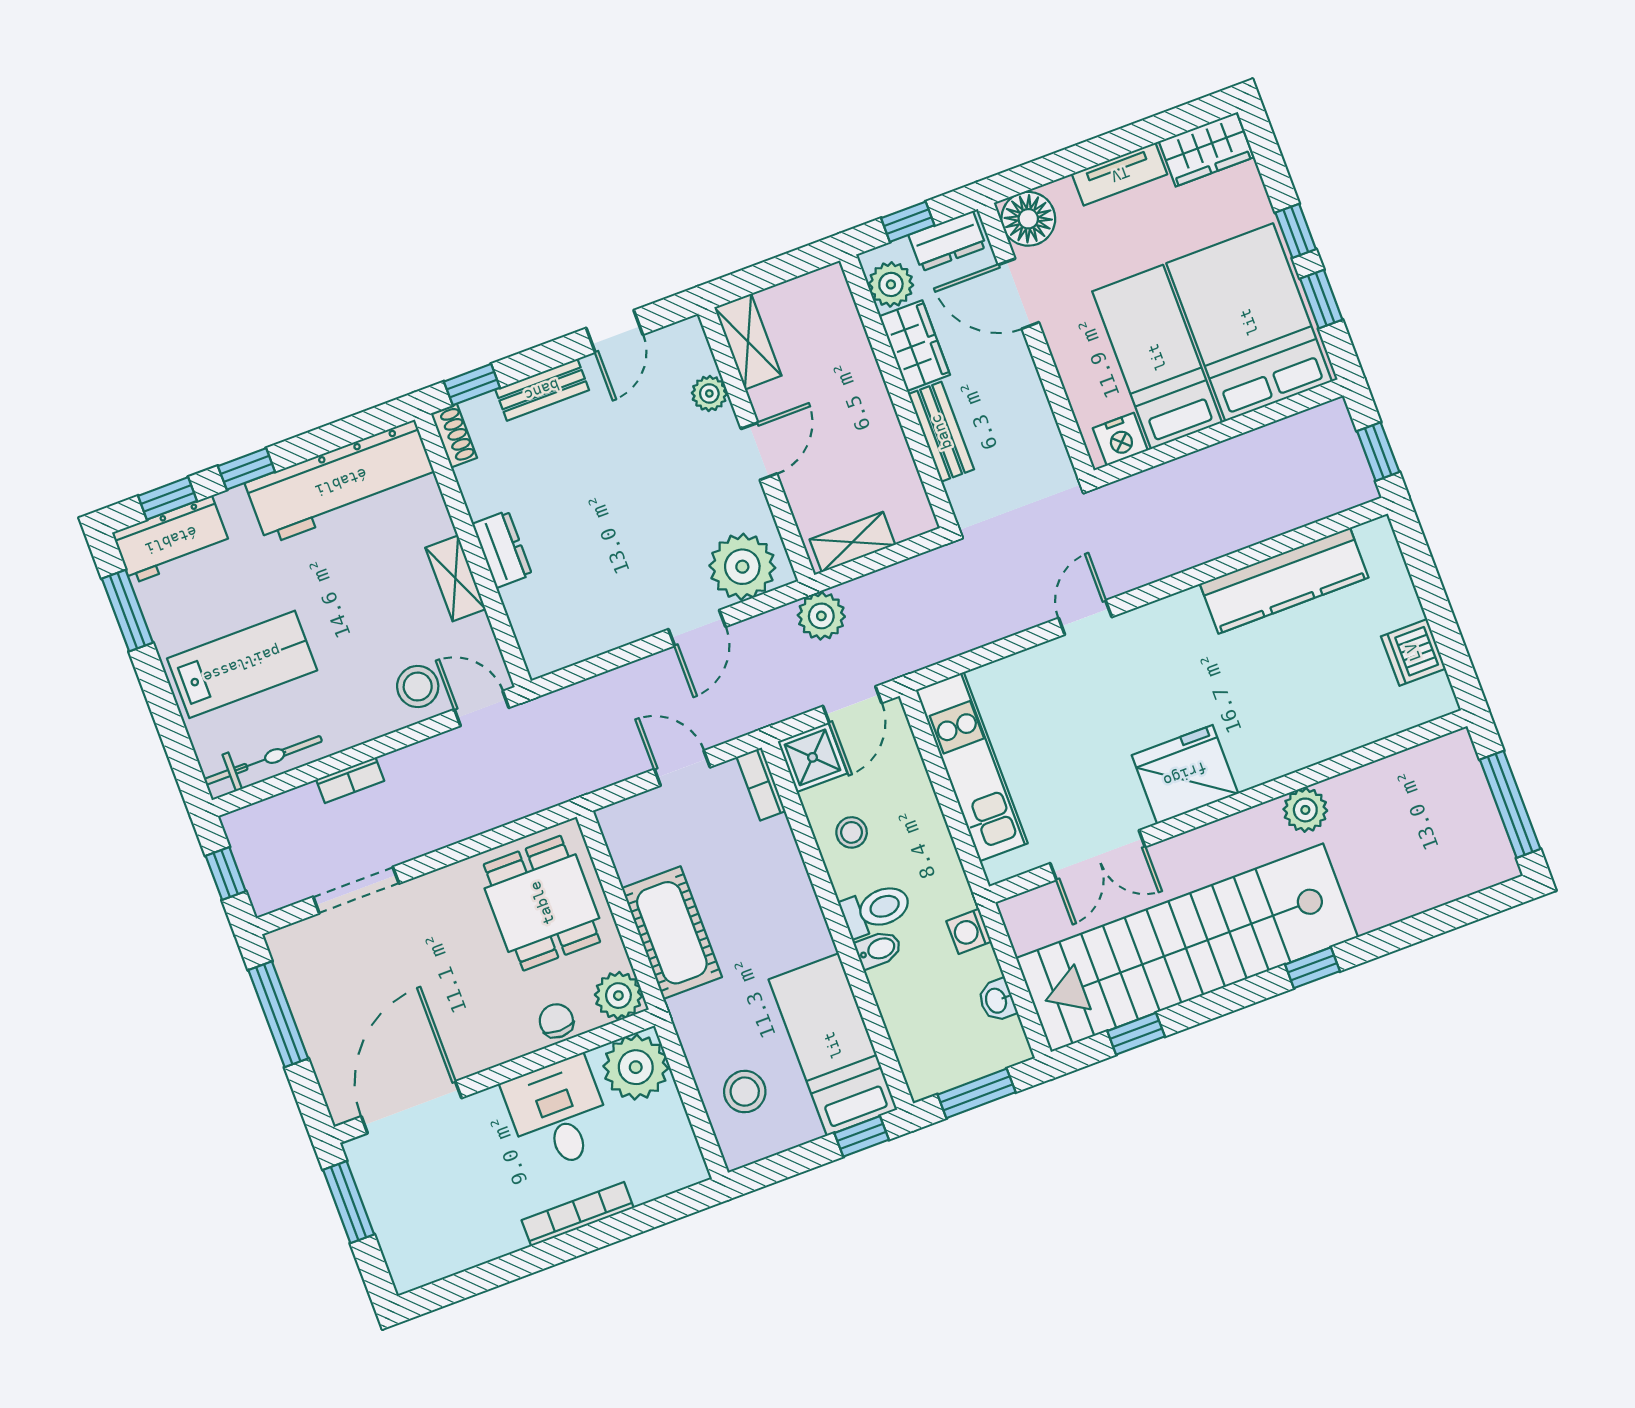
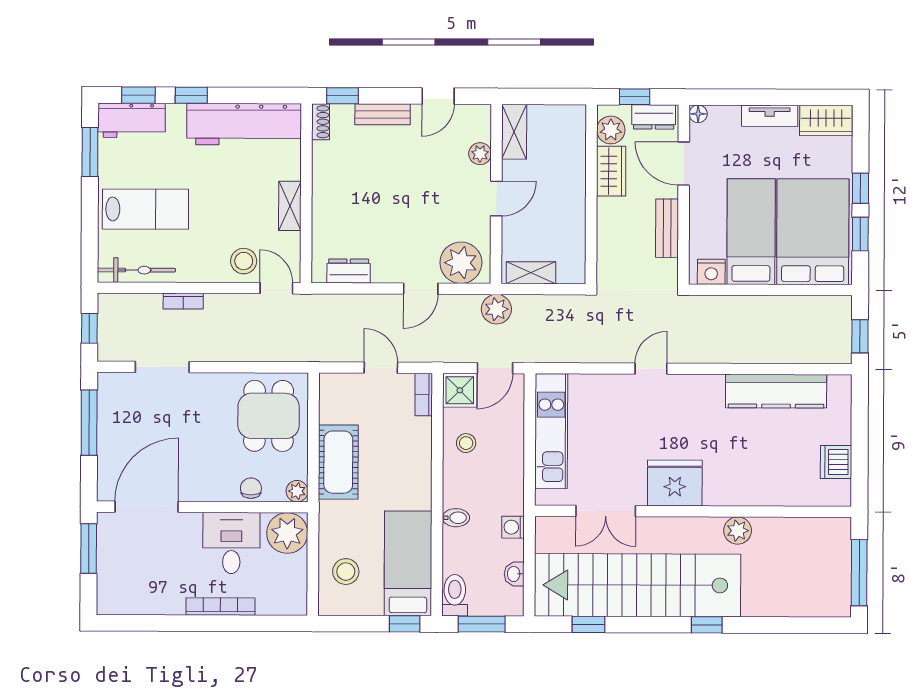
floor lamp: (1028, 219) -> (698, 114), width x0.53, depth x0.53
bench: (941, 432) -> (667, 228), moved
dresser: (502, 549) -> (349, 271), moved, turned -90
toilet: (876, 910) -> (455, 595), moved, turned -90
plant: (618, 996) -> (297, 491), width x0.73, depth x0.73

